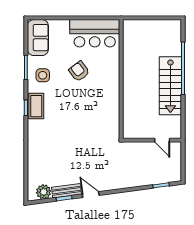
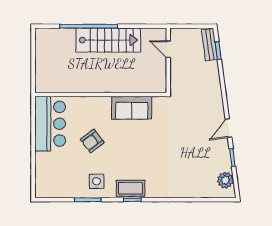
sofa: (38, 38) -> (132, 108), moved, turned 180
door: (162, 140) -> (168, 49), swing flipped
bench: (66, 191) -> (209, 45), moved

